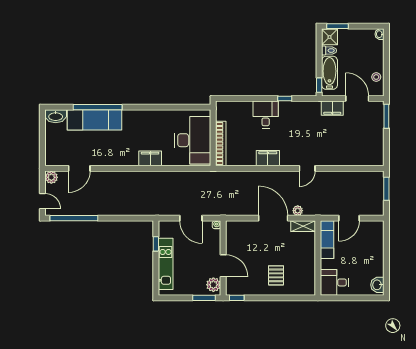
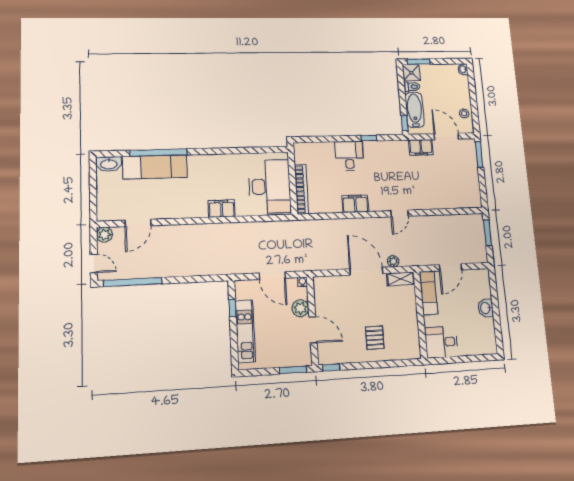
plant: (213, 285) -> (300, 308), moved
washbasin: (377, 285) -> (486, 308), moved

